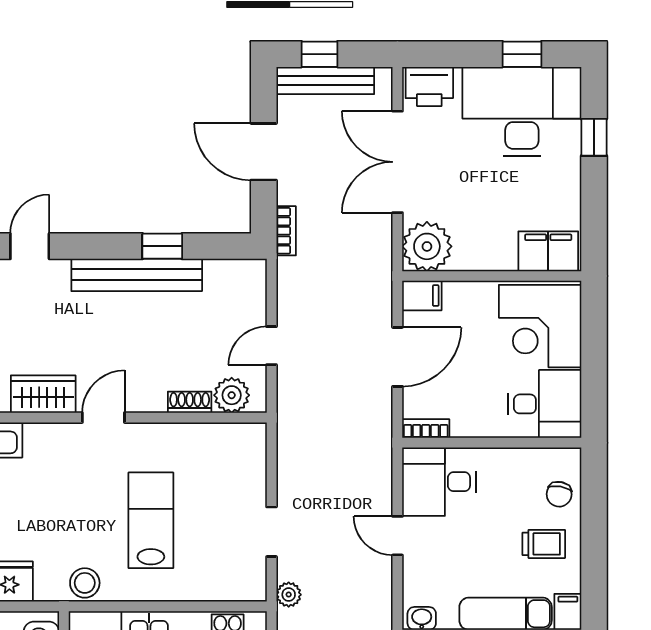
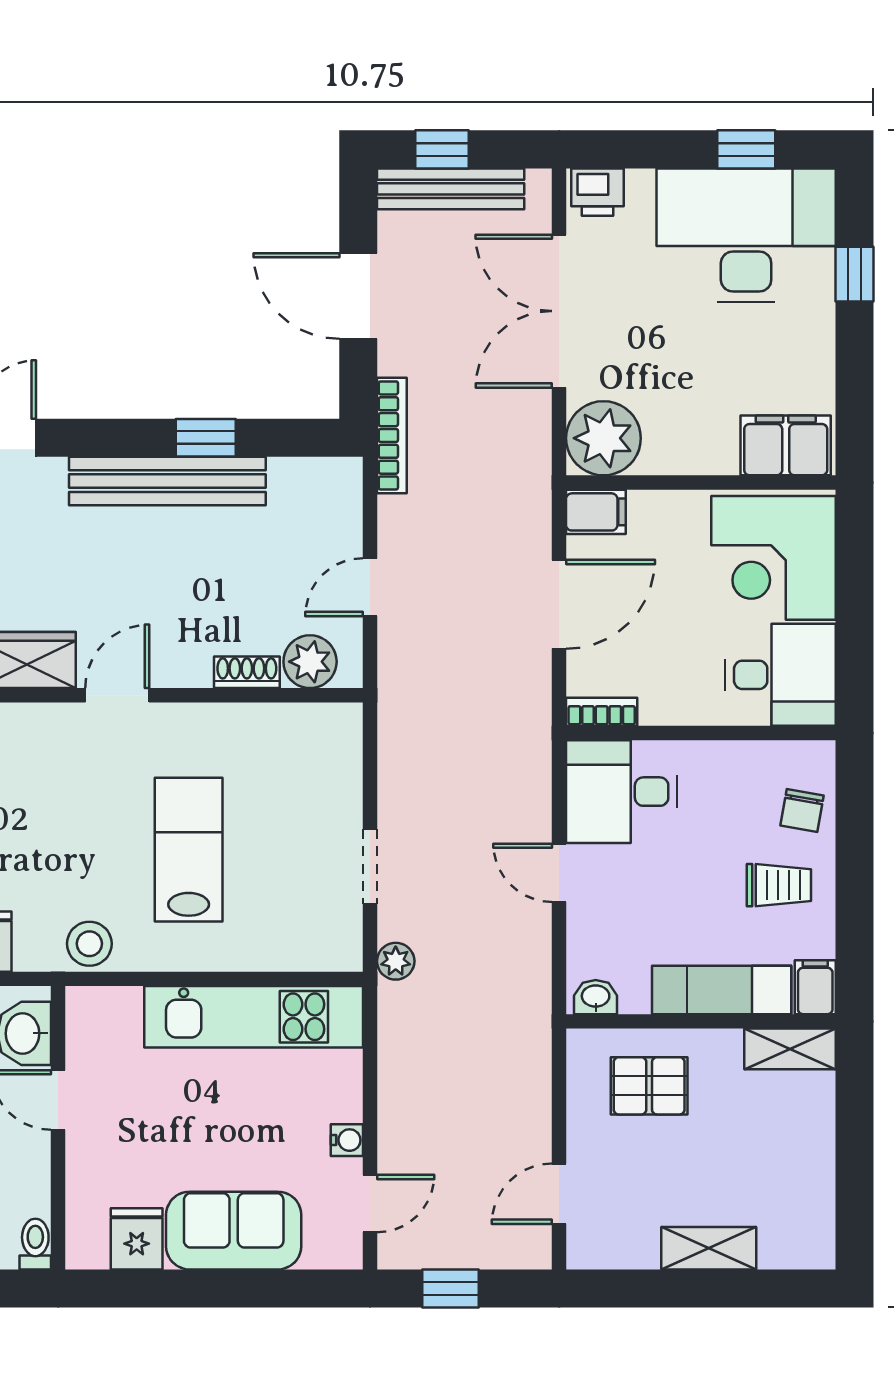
printer: (429, 86) -> (598, 192), width x0.73, depth x0.81
bookcase: (286, 231) -> (392, 435), width x1.56

